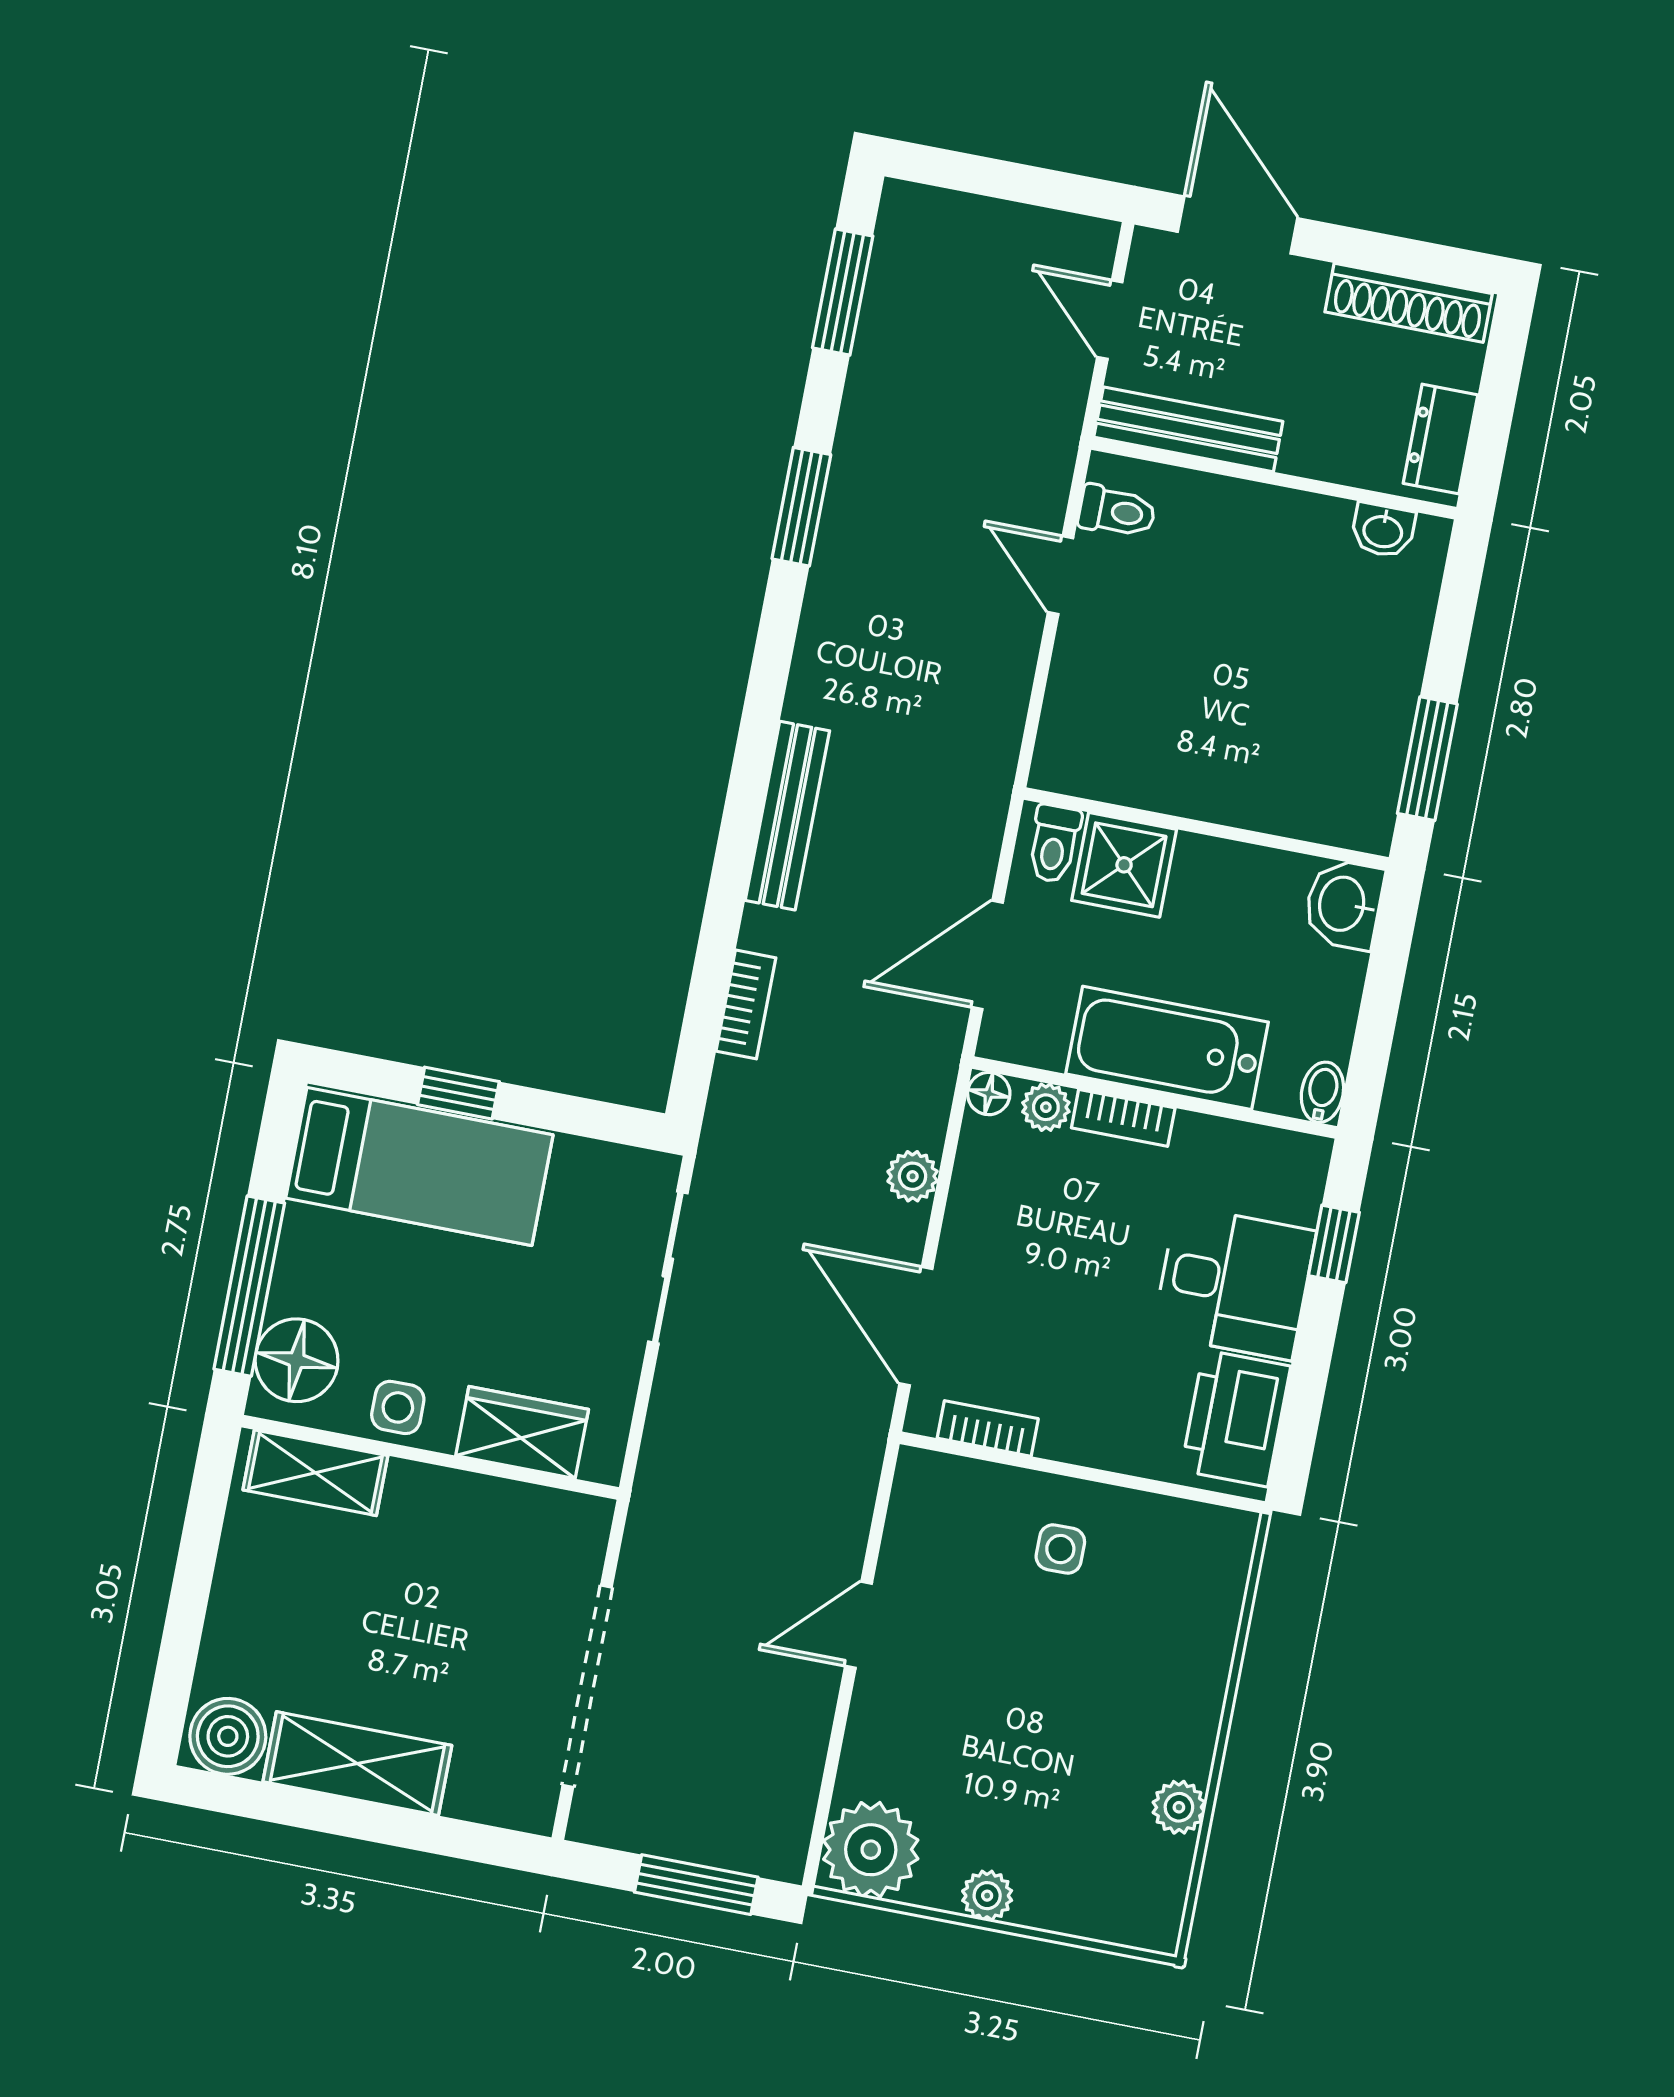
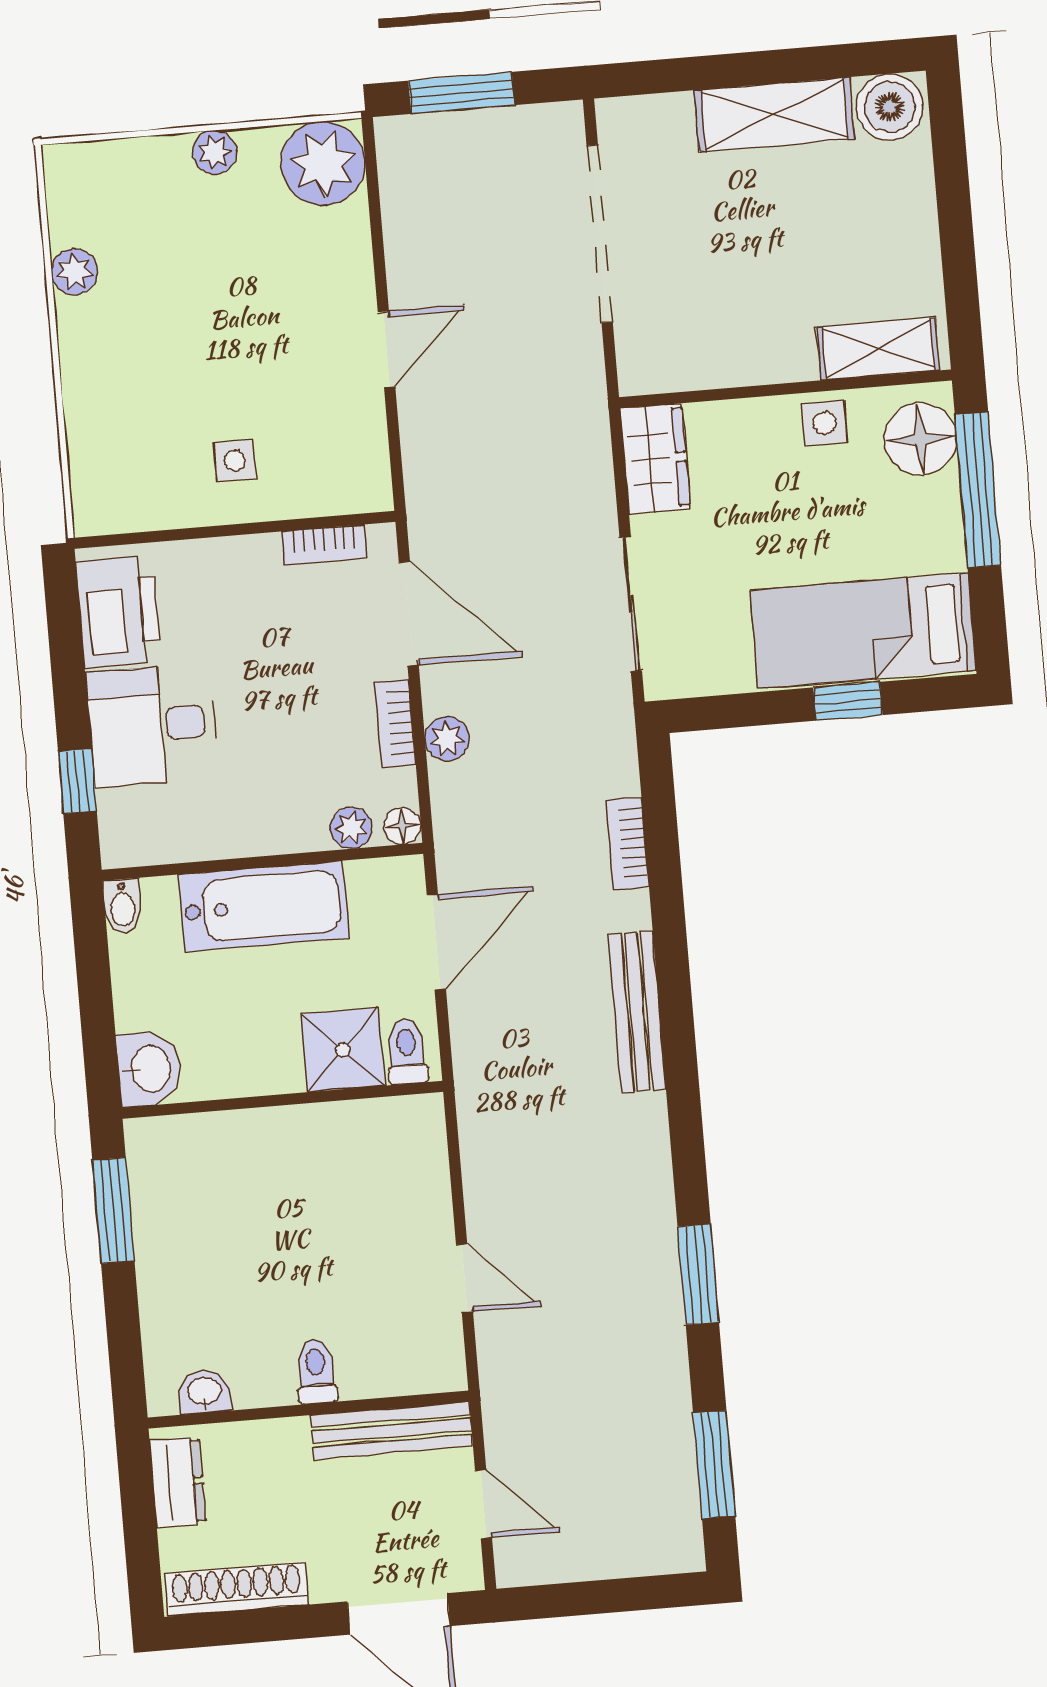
toilet: (1117, 511) -> (316, 1371), moved, turned 90
bookcase: (1123, 1118) -> (395, 723), moved, turned -90
wardrobe: (522, 1433) -> (655, 459), moved, turned -90

